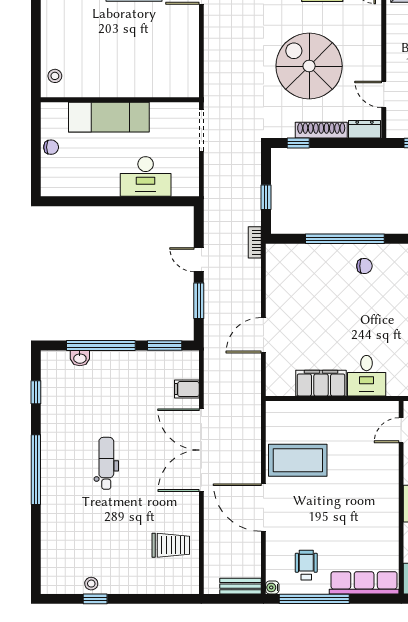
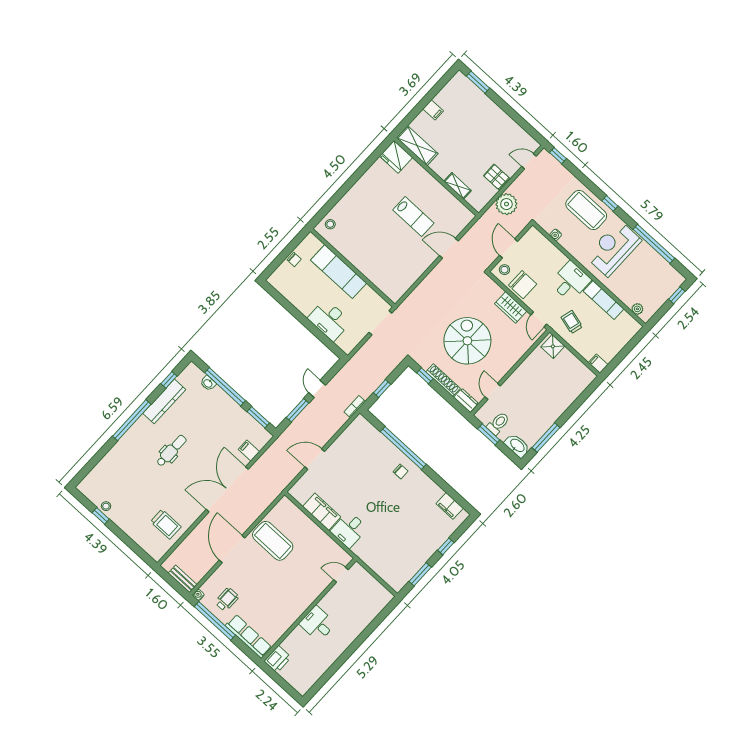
kitchen counter: (52, 419) -> (164, 401), added

